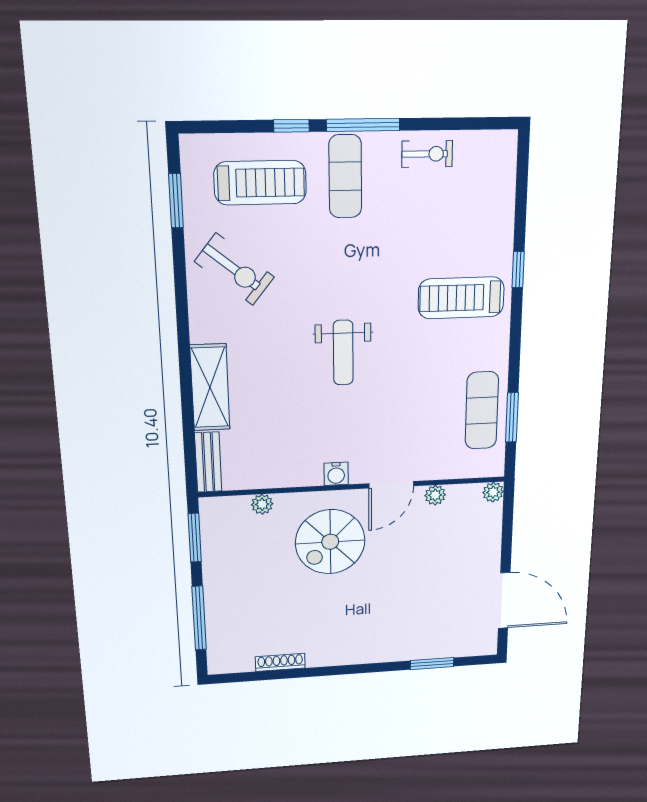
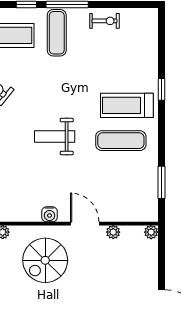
weight bench: (343, 353) -> (55, 137), turned 90
exercise mat: (482, 410) -> (121, 141), moved, turned 90
door: (391, 485) -> (85, 224), swing flipped

